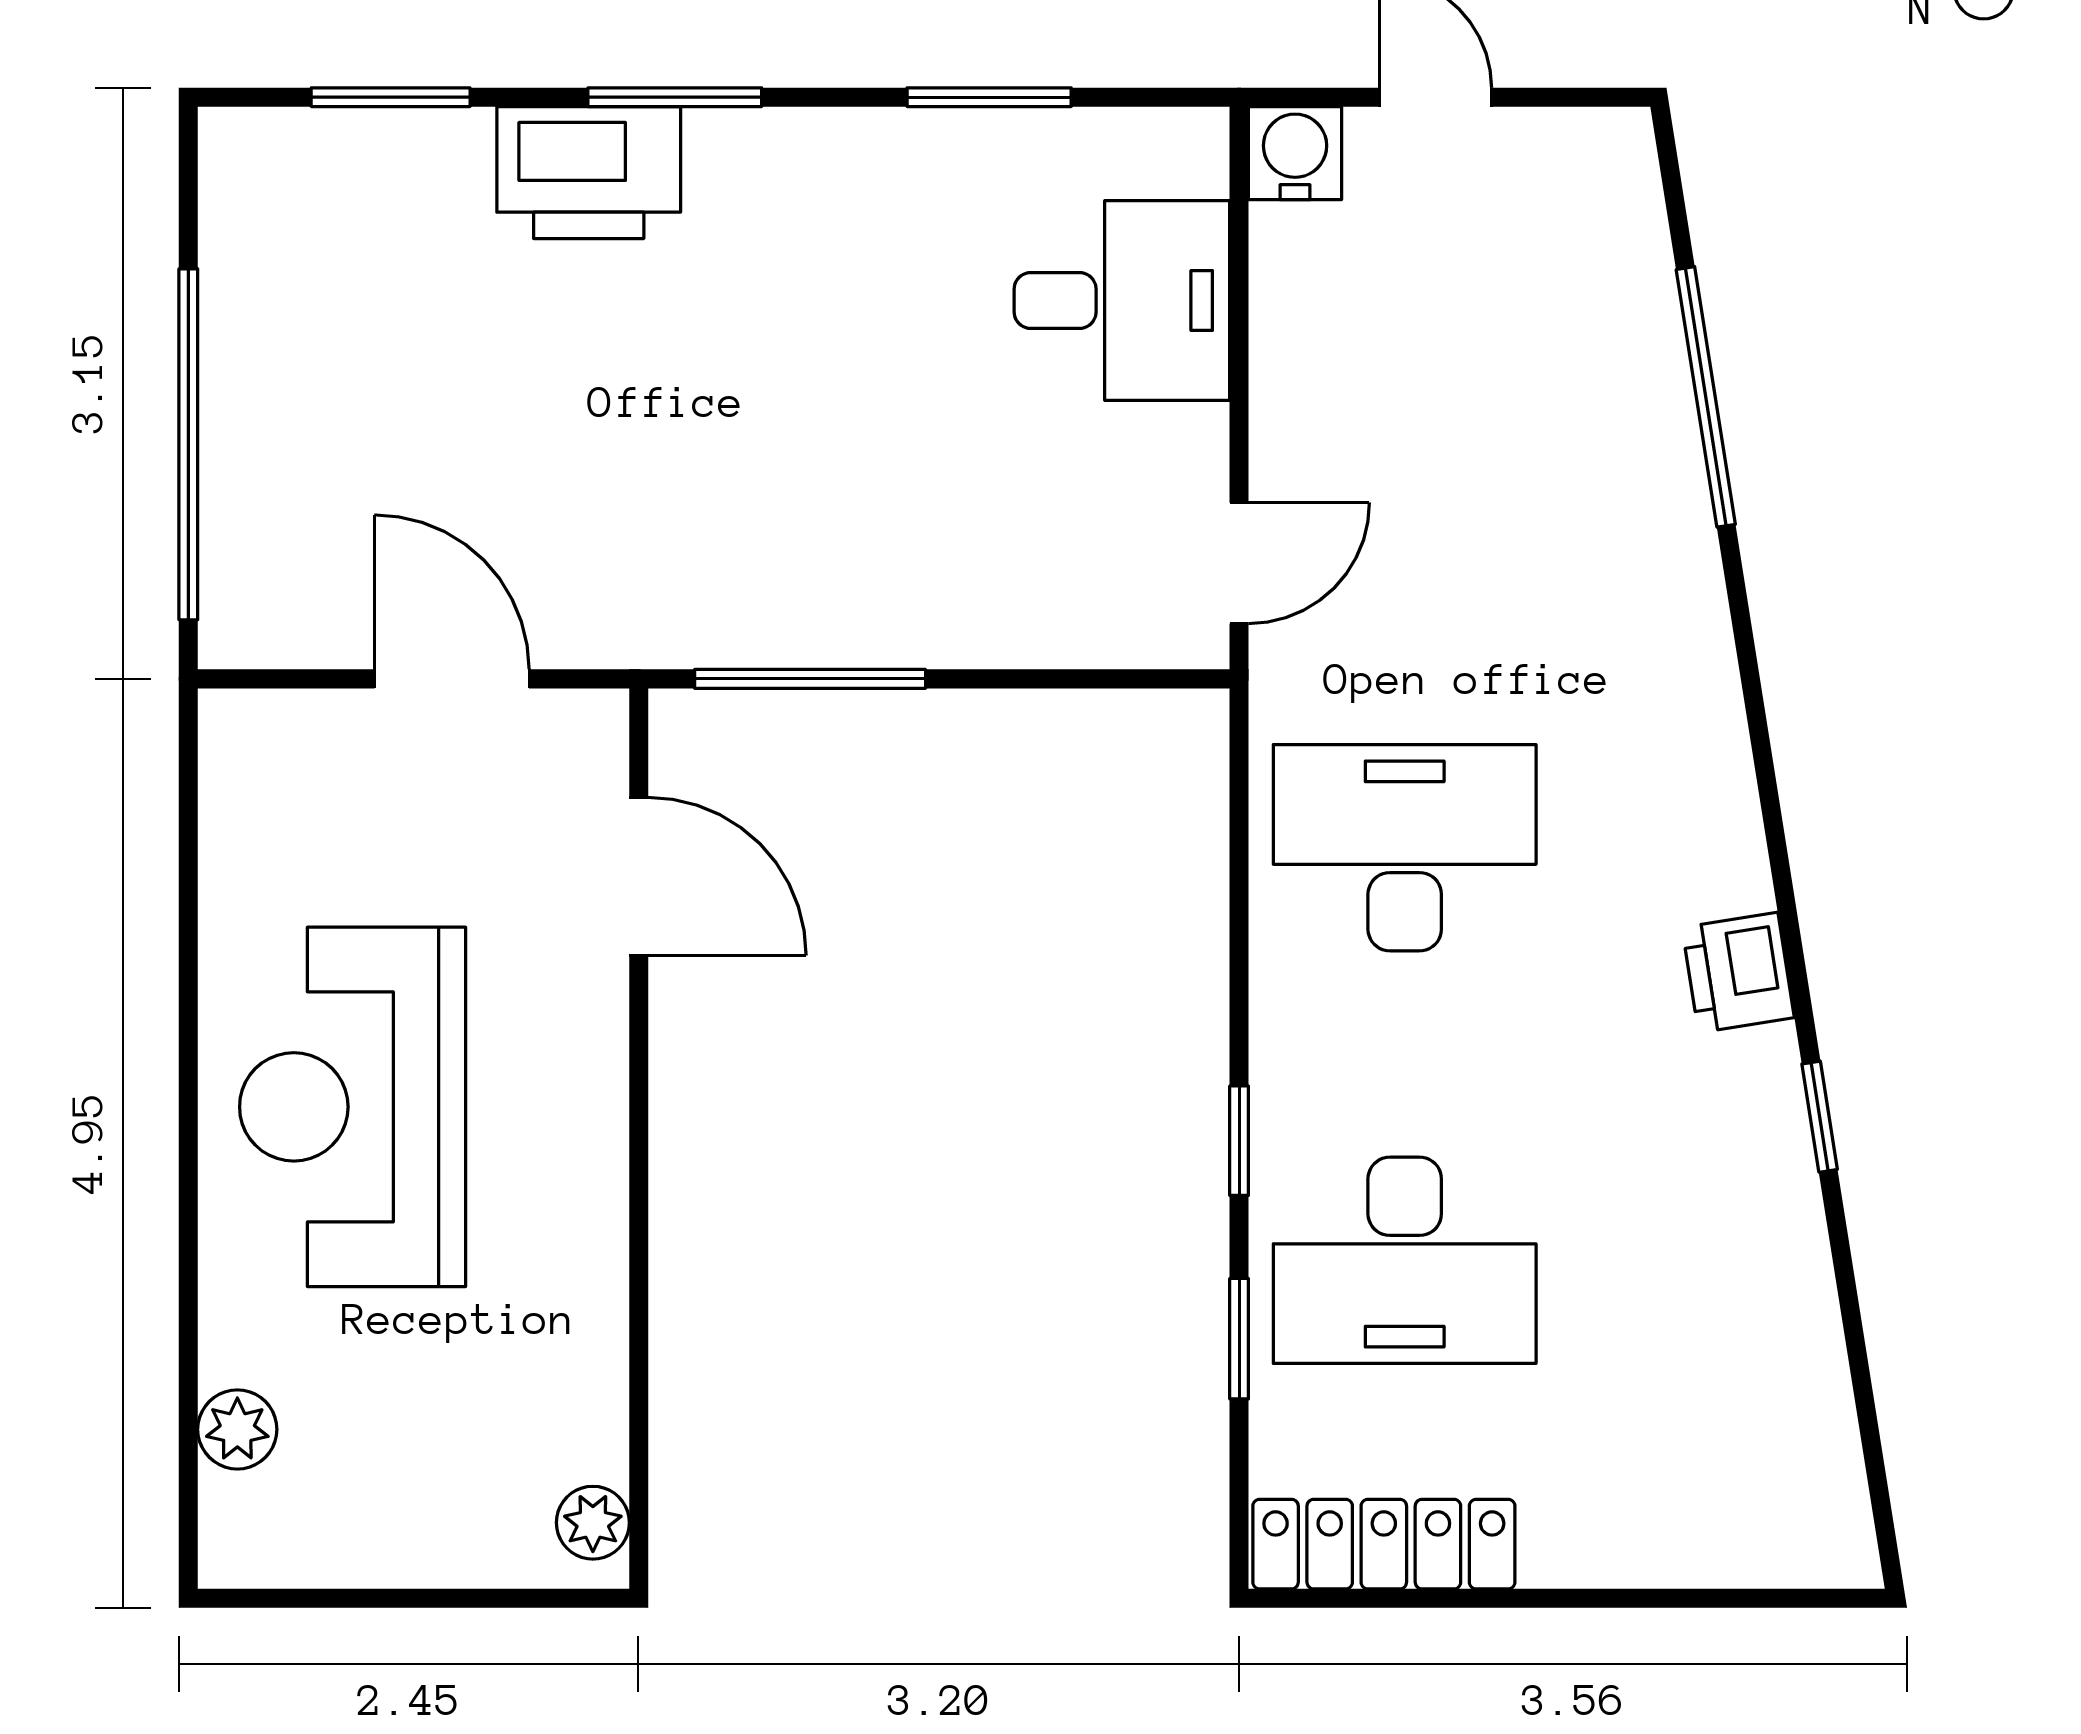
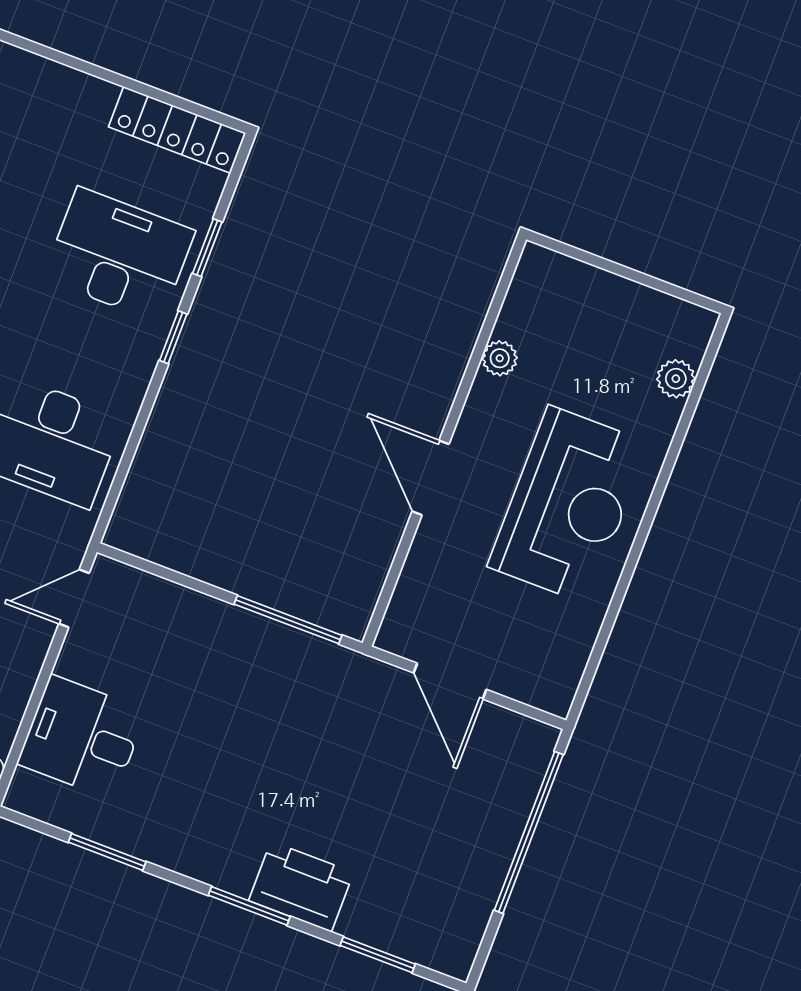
door: (639, 876) -> (431, 478), moved
plant: (593, 1523) -> (500, 358), moved

